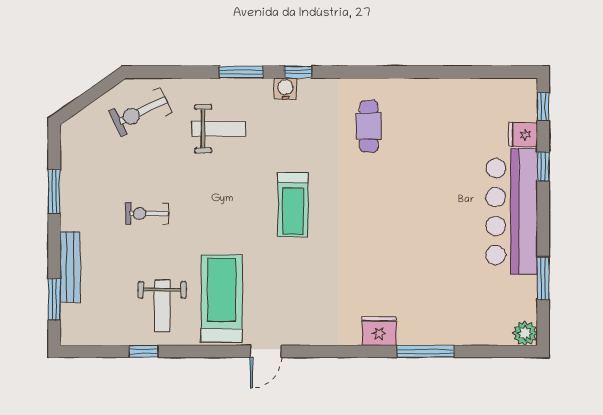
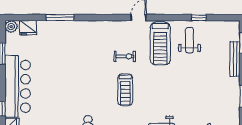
treadmill: (293, 205) -> (125, 90), turned 180
exercise bike: (147, 214) -> (125, 56), moved
fridge: (379, 331) -> (28, 28), moved

